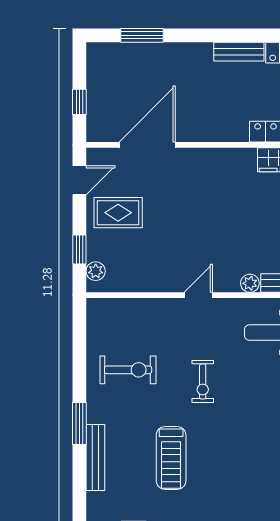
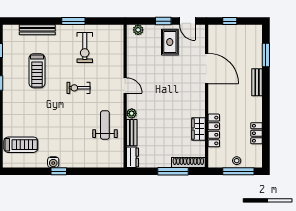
bench: (239, 52) -> (257, 82), moved
door: (147, 145) -> (207, 68), moved
window: (79, 249) -> (163, 21), moved
window: (79, 423) -> (73, 21), moved
treadmill: (171, 458) -> (37, 71), turned -90

